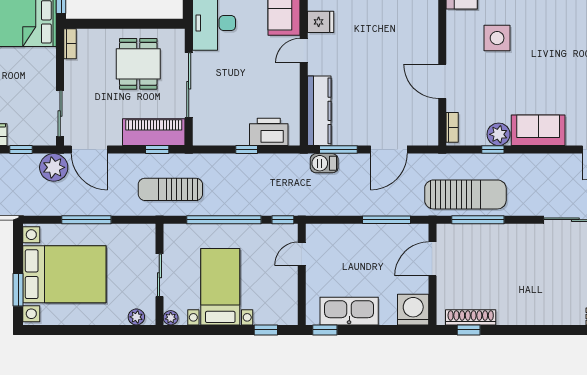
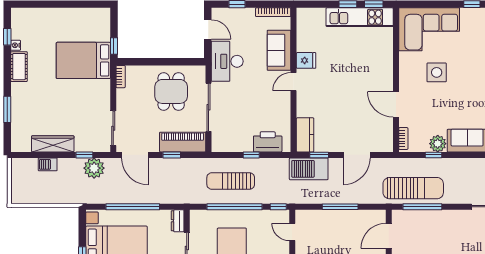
kitchen counter: (319, 111) -> (305, 135), width x0.67
window: (157, 150) -> (172, 155), moved
window: (338, 150) -> (319, 155), width x0.67
barbecue: (324, 163) -> (309, 169), width x1.88, depth x1.53
plant: (54, 167) -> (94, 168), moved
sun lounger: (170, 189) -> (231, 181), moved
window: (86, 220) -> (133, 207), width x1.46
window: (387, 220) -> (340, 207), moved
dresser: (147, 239) -> (178, 221), added
door: (302, 254) -> (292, 232), hinge flipped

